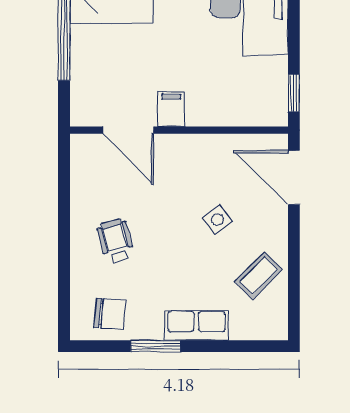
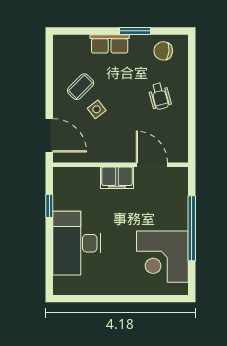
window: (294, 93) -> (49, 206), moved
filing cabinet: (171, 109) -> (117, 178), width x2.00
coffee table: (259, 275) -> (81, 87), moved

